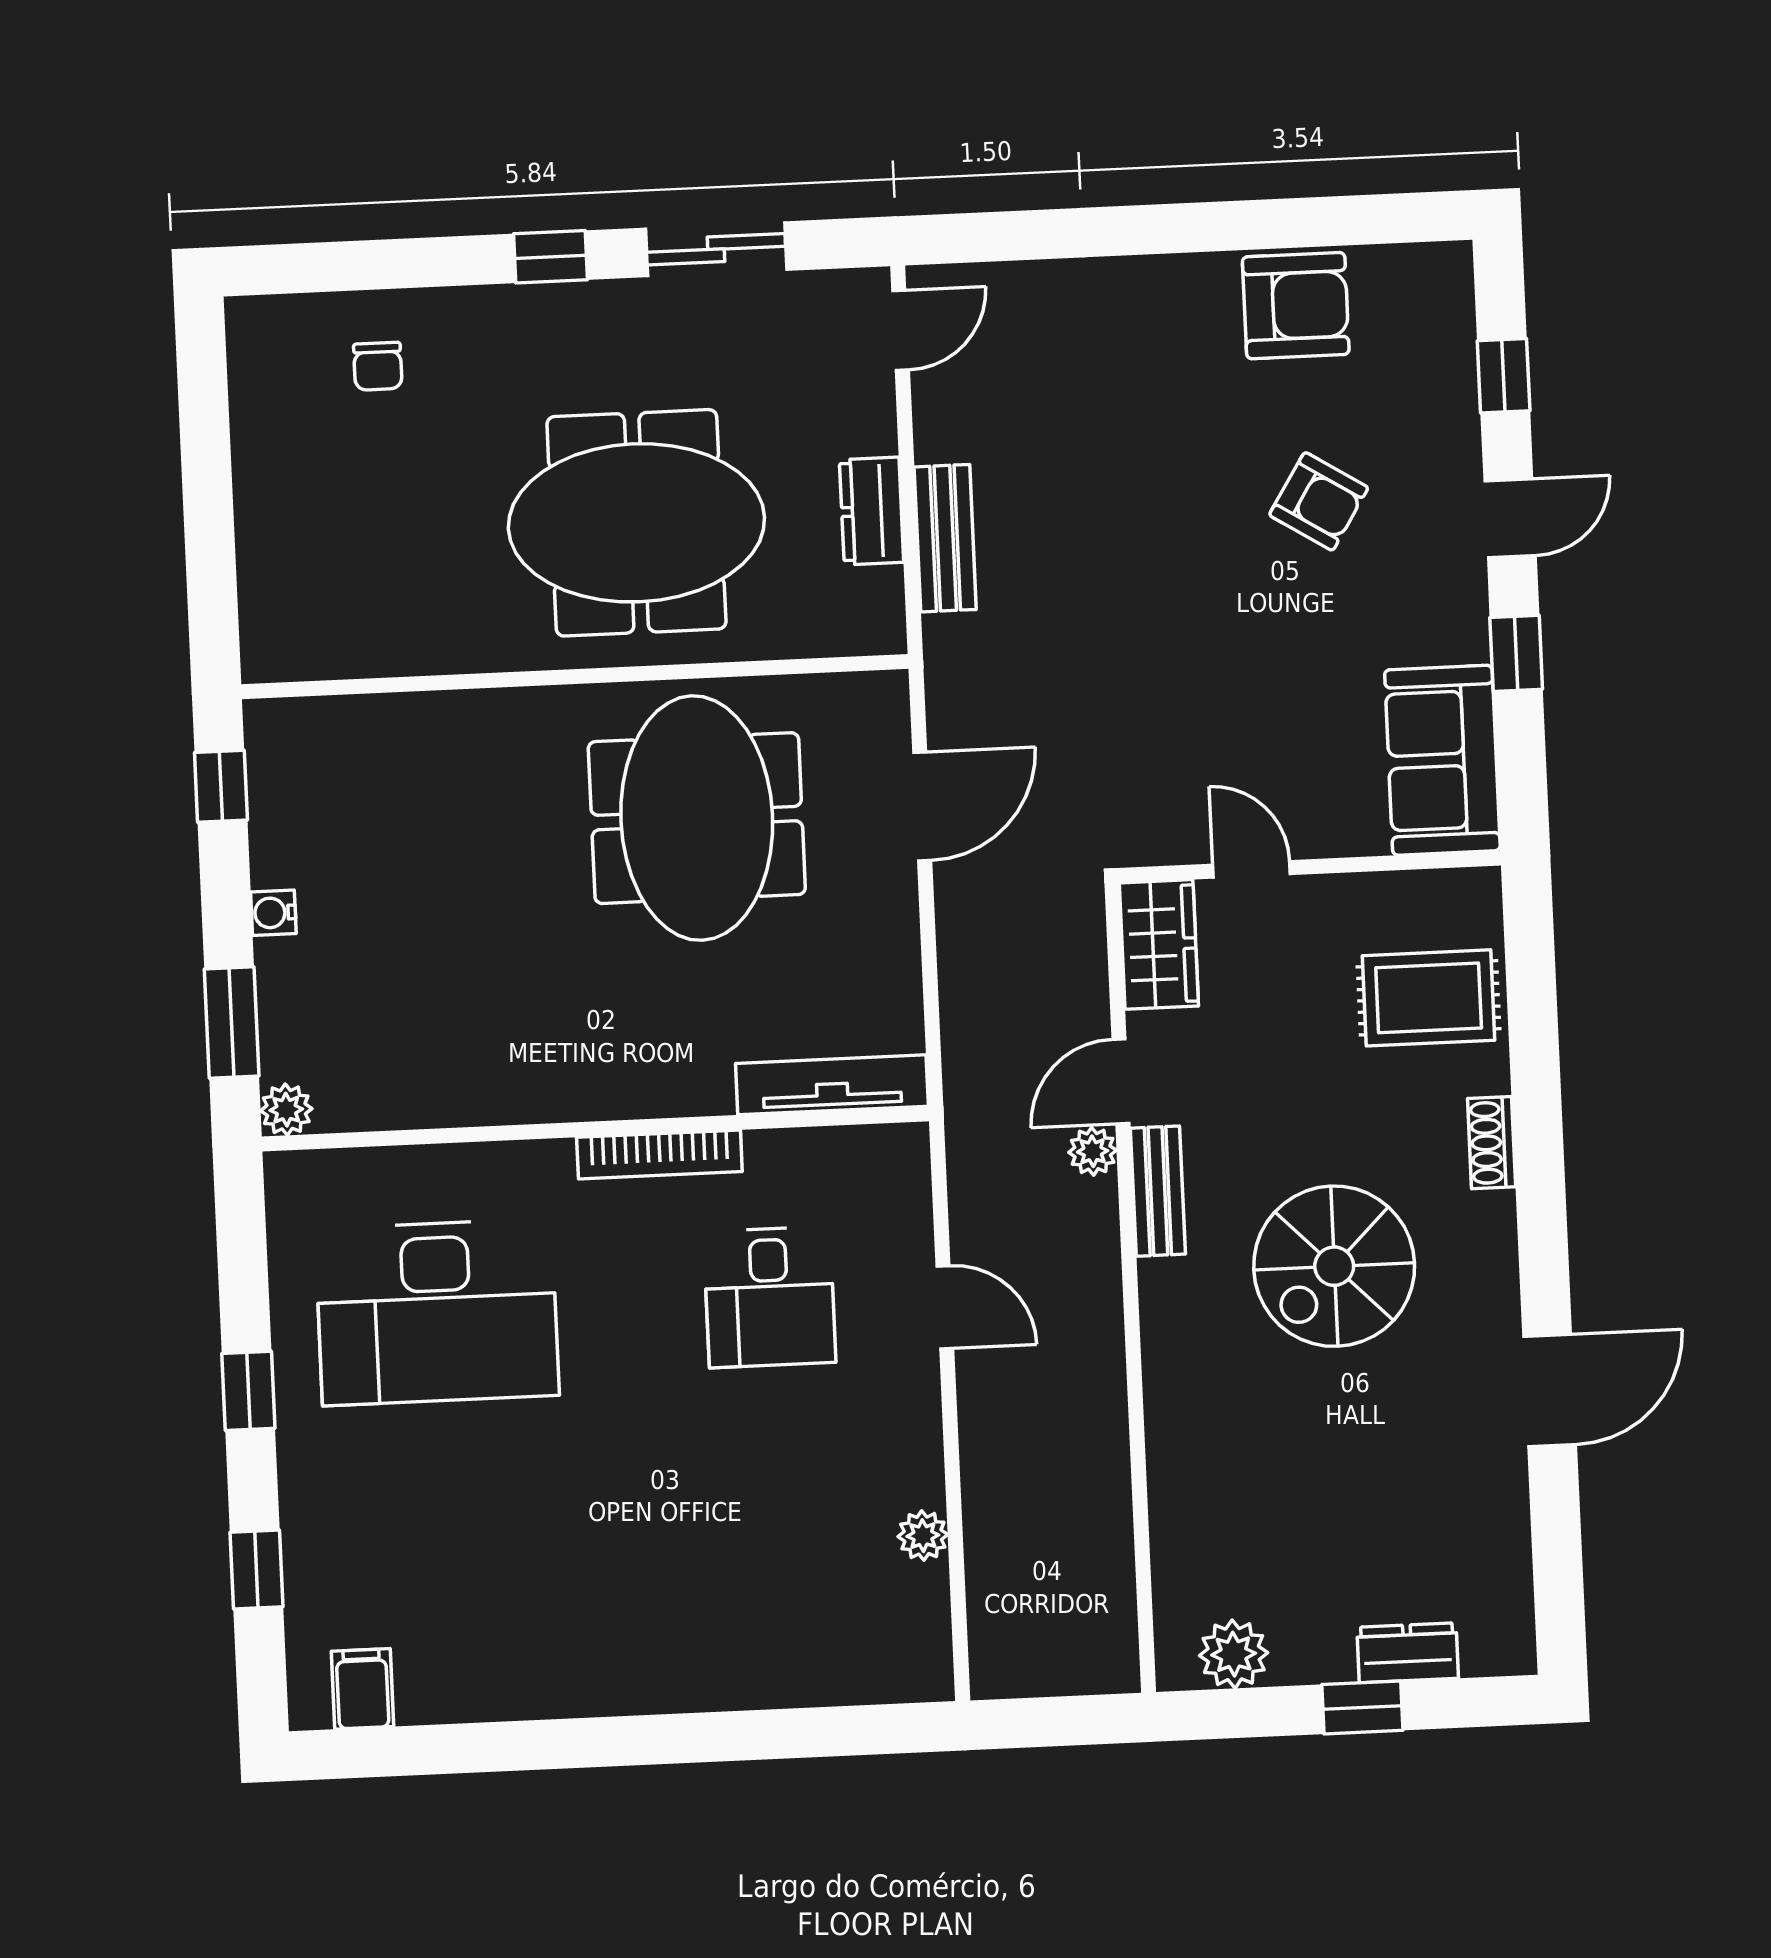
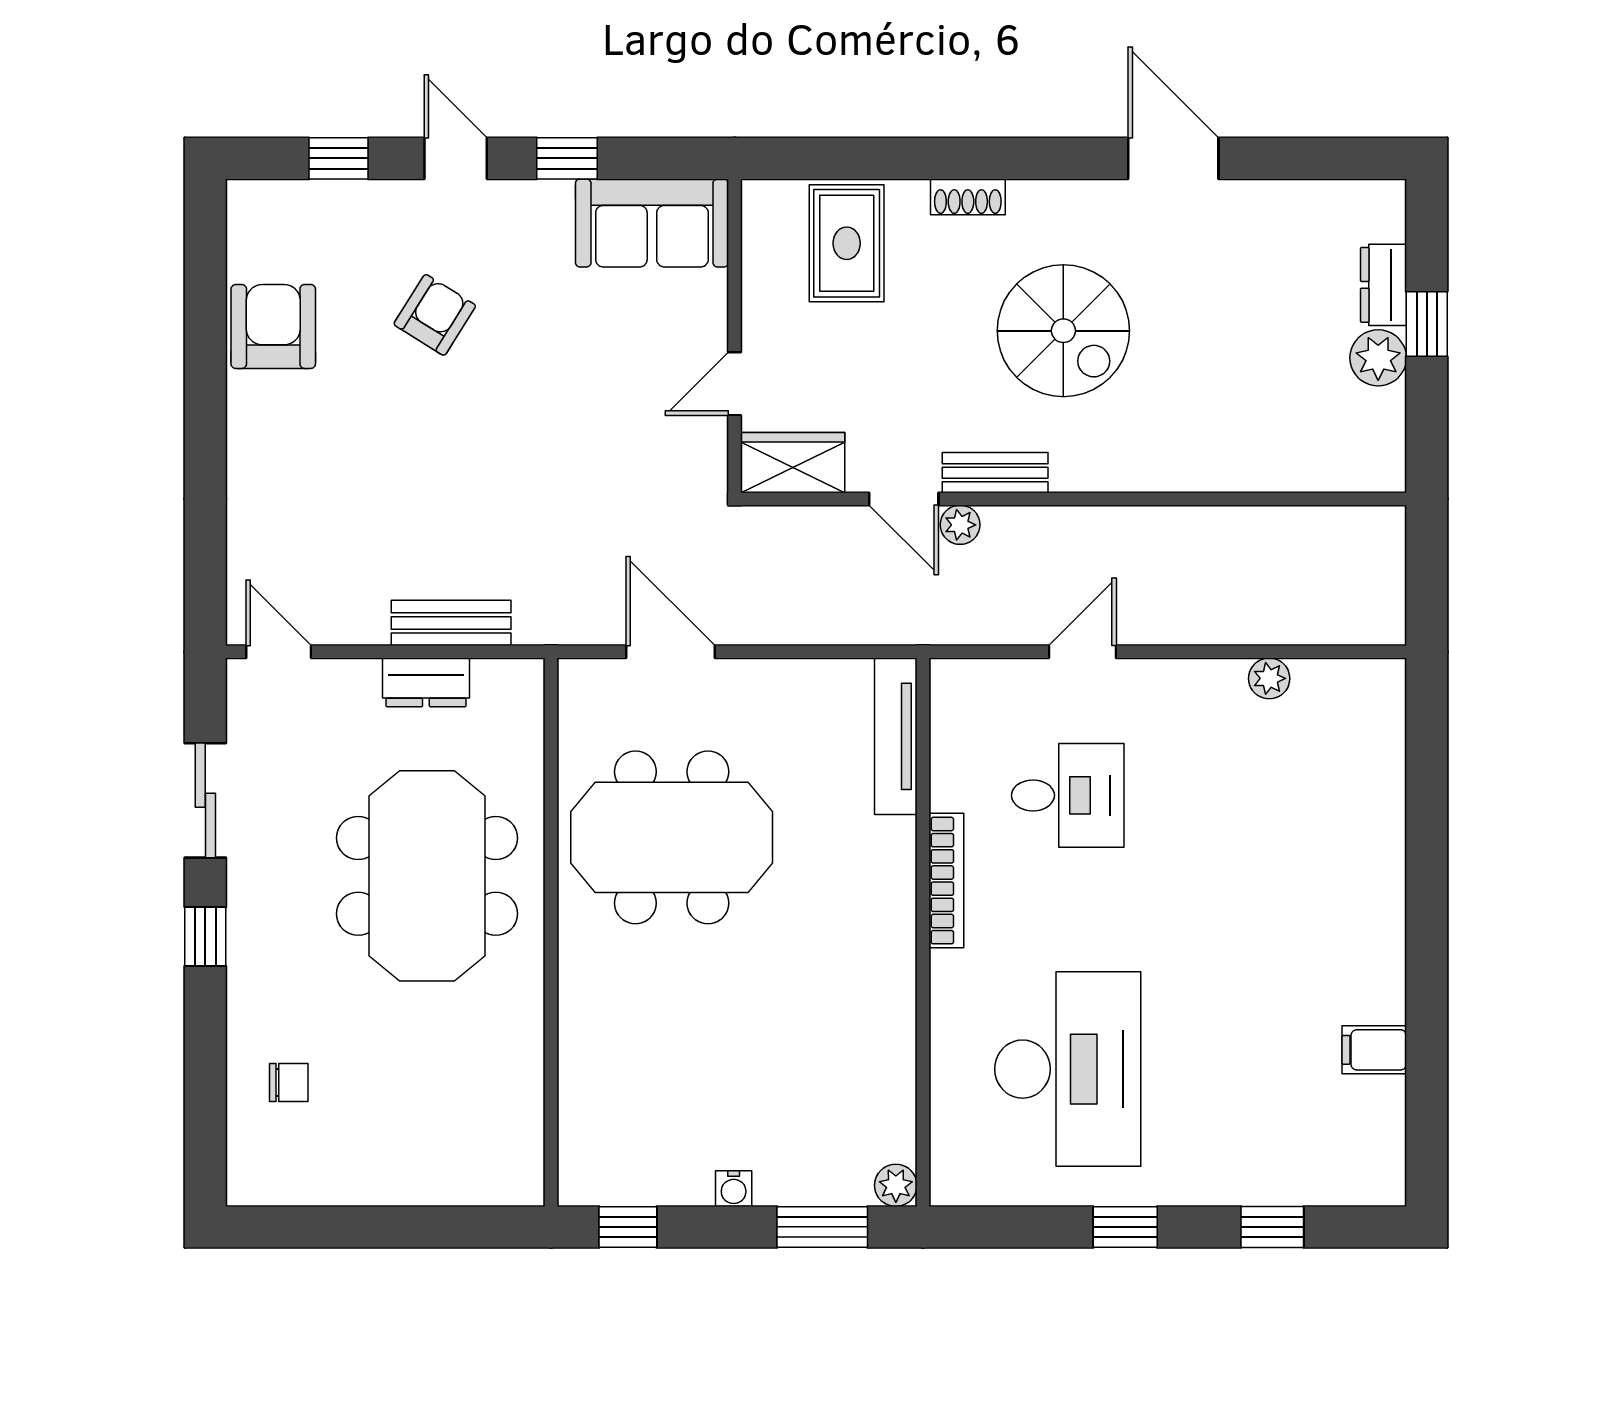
plant: (1234, 1654) -> (1378, 358), moved
filing cabinet: (362, 1689) -> (1374, 1050), moved

